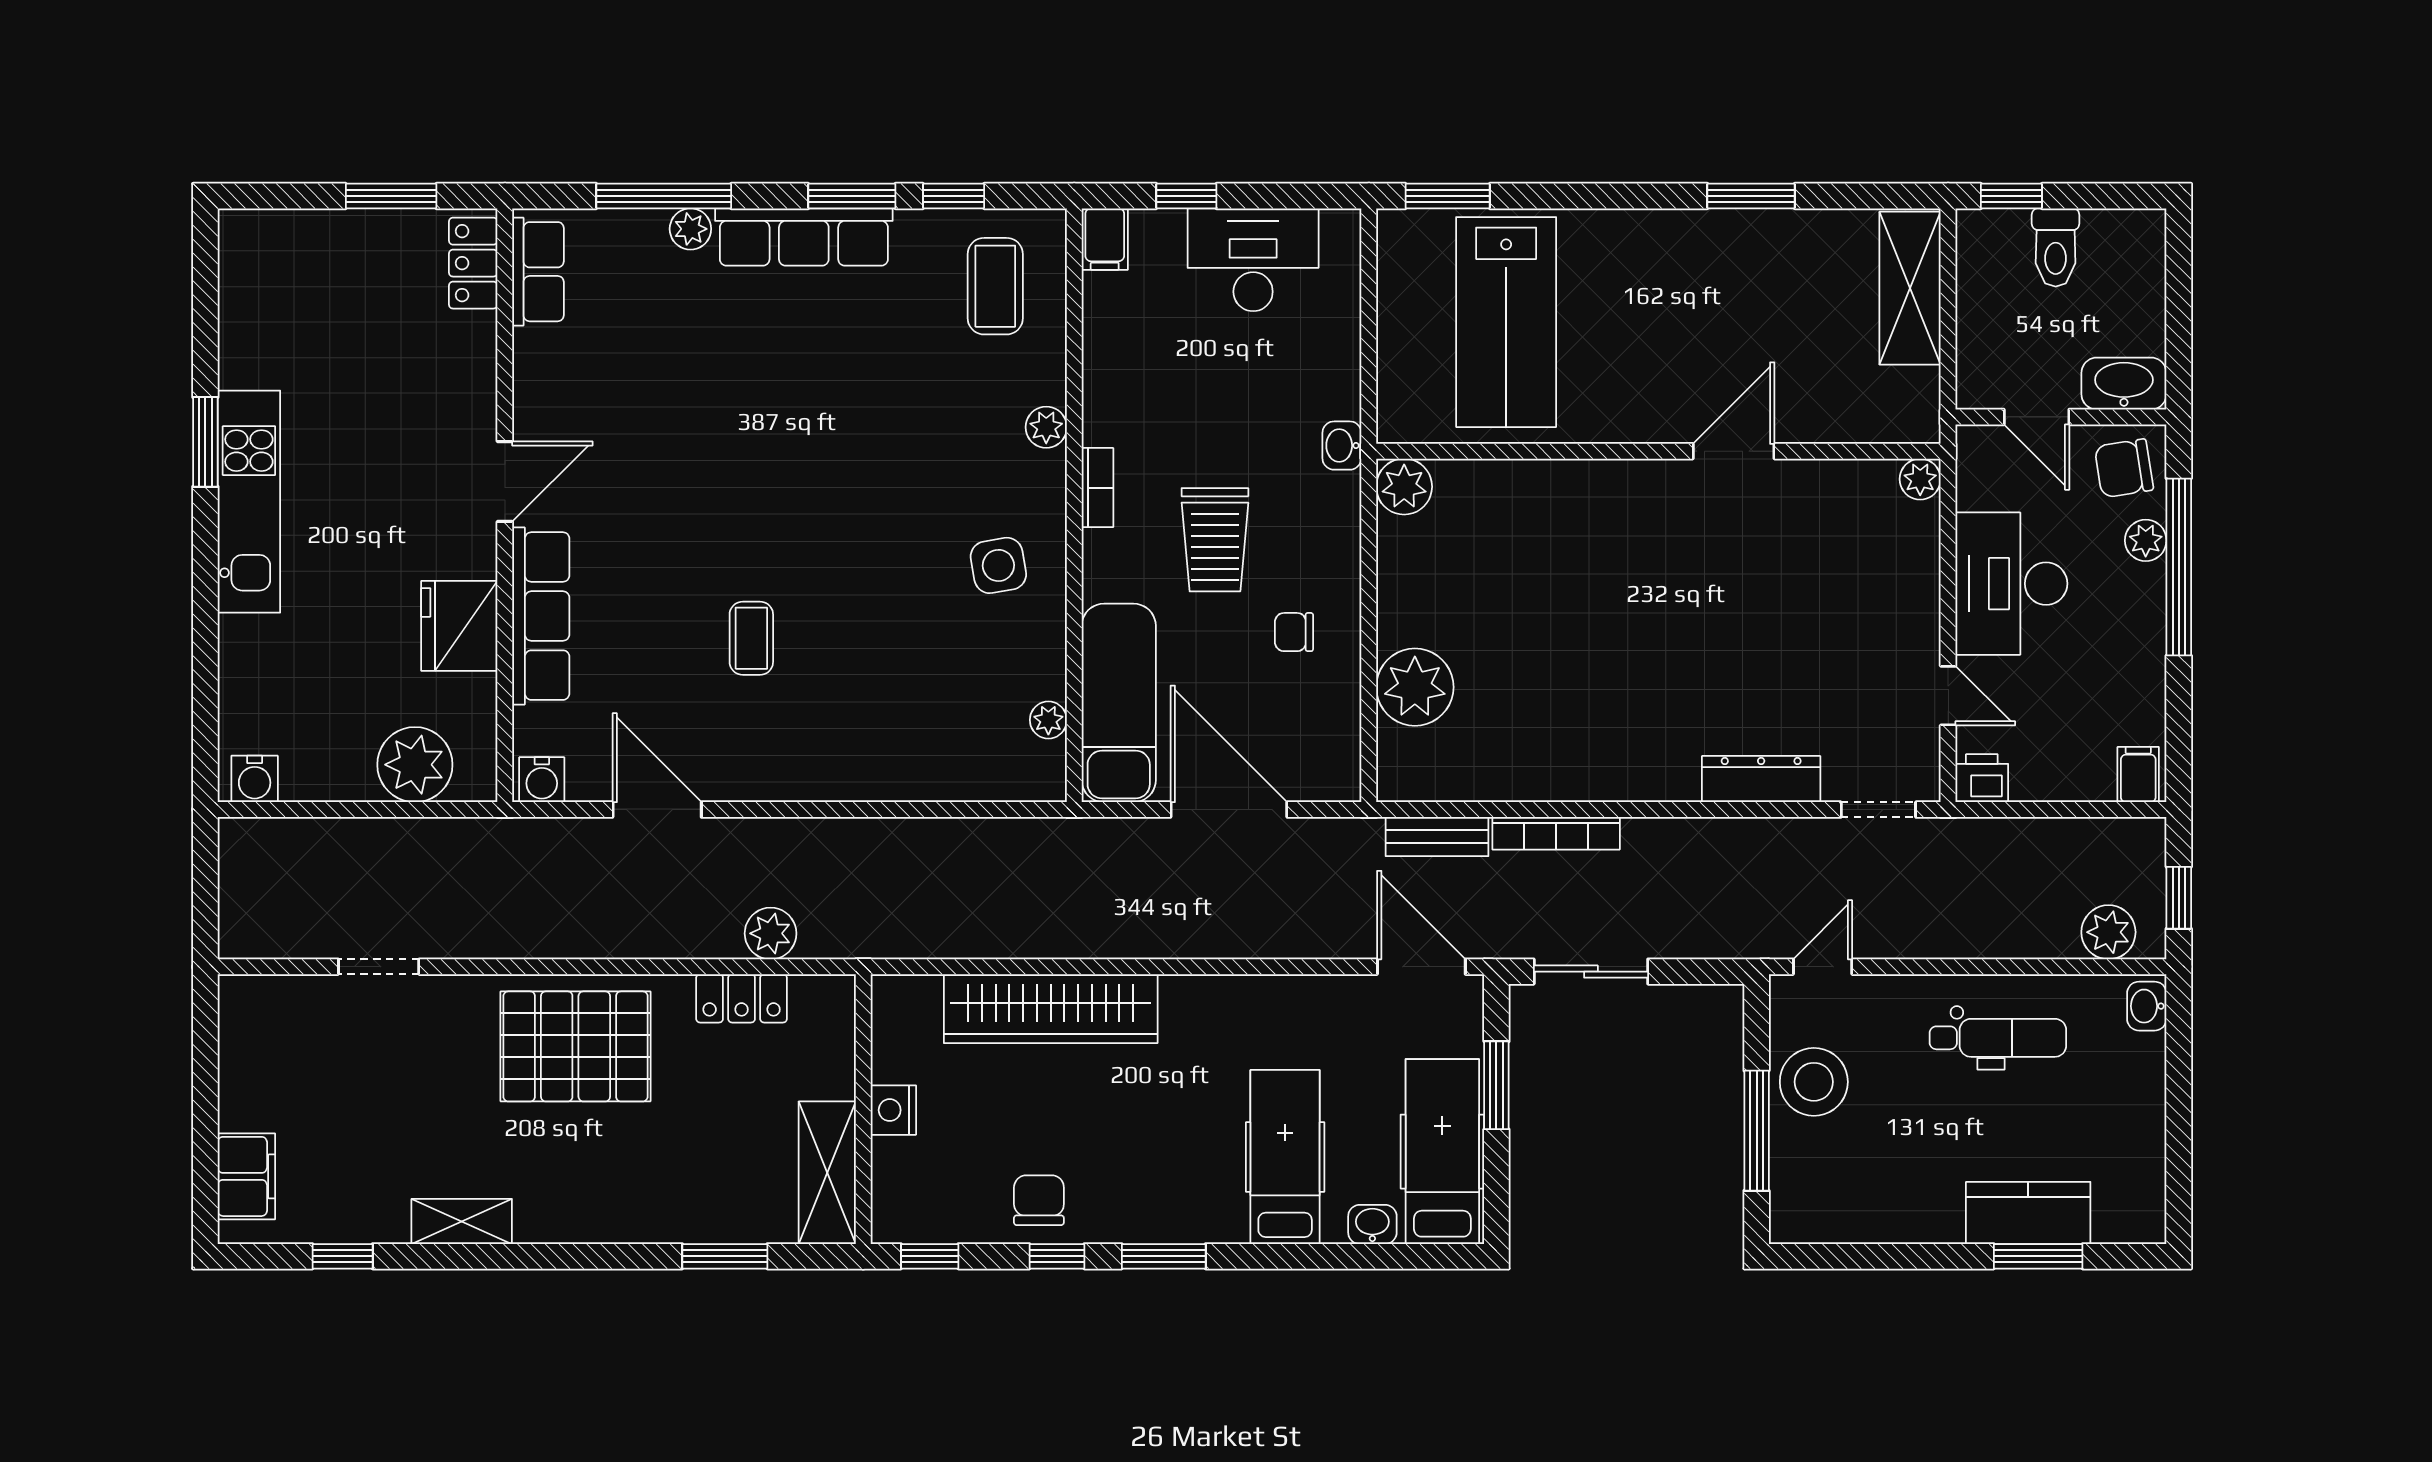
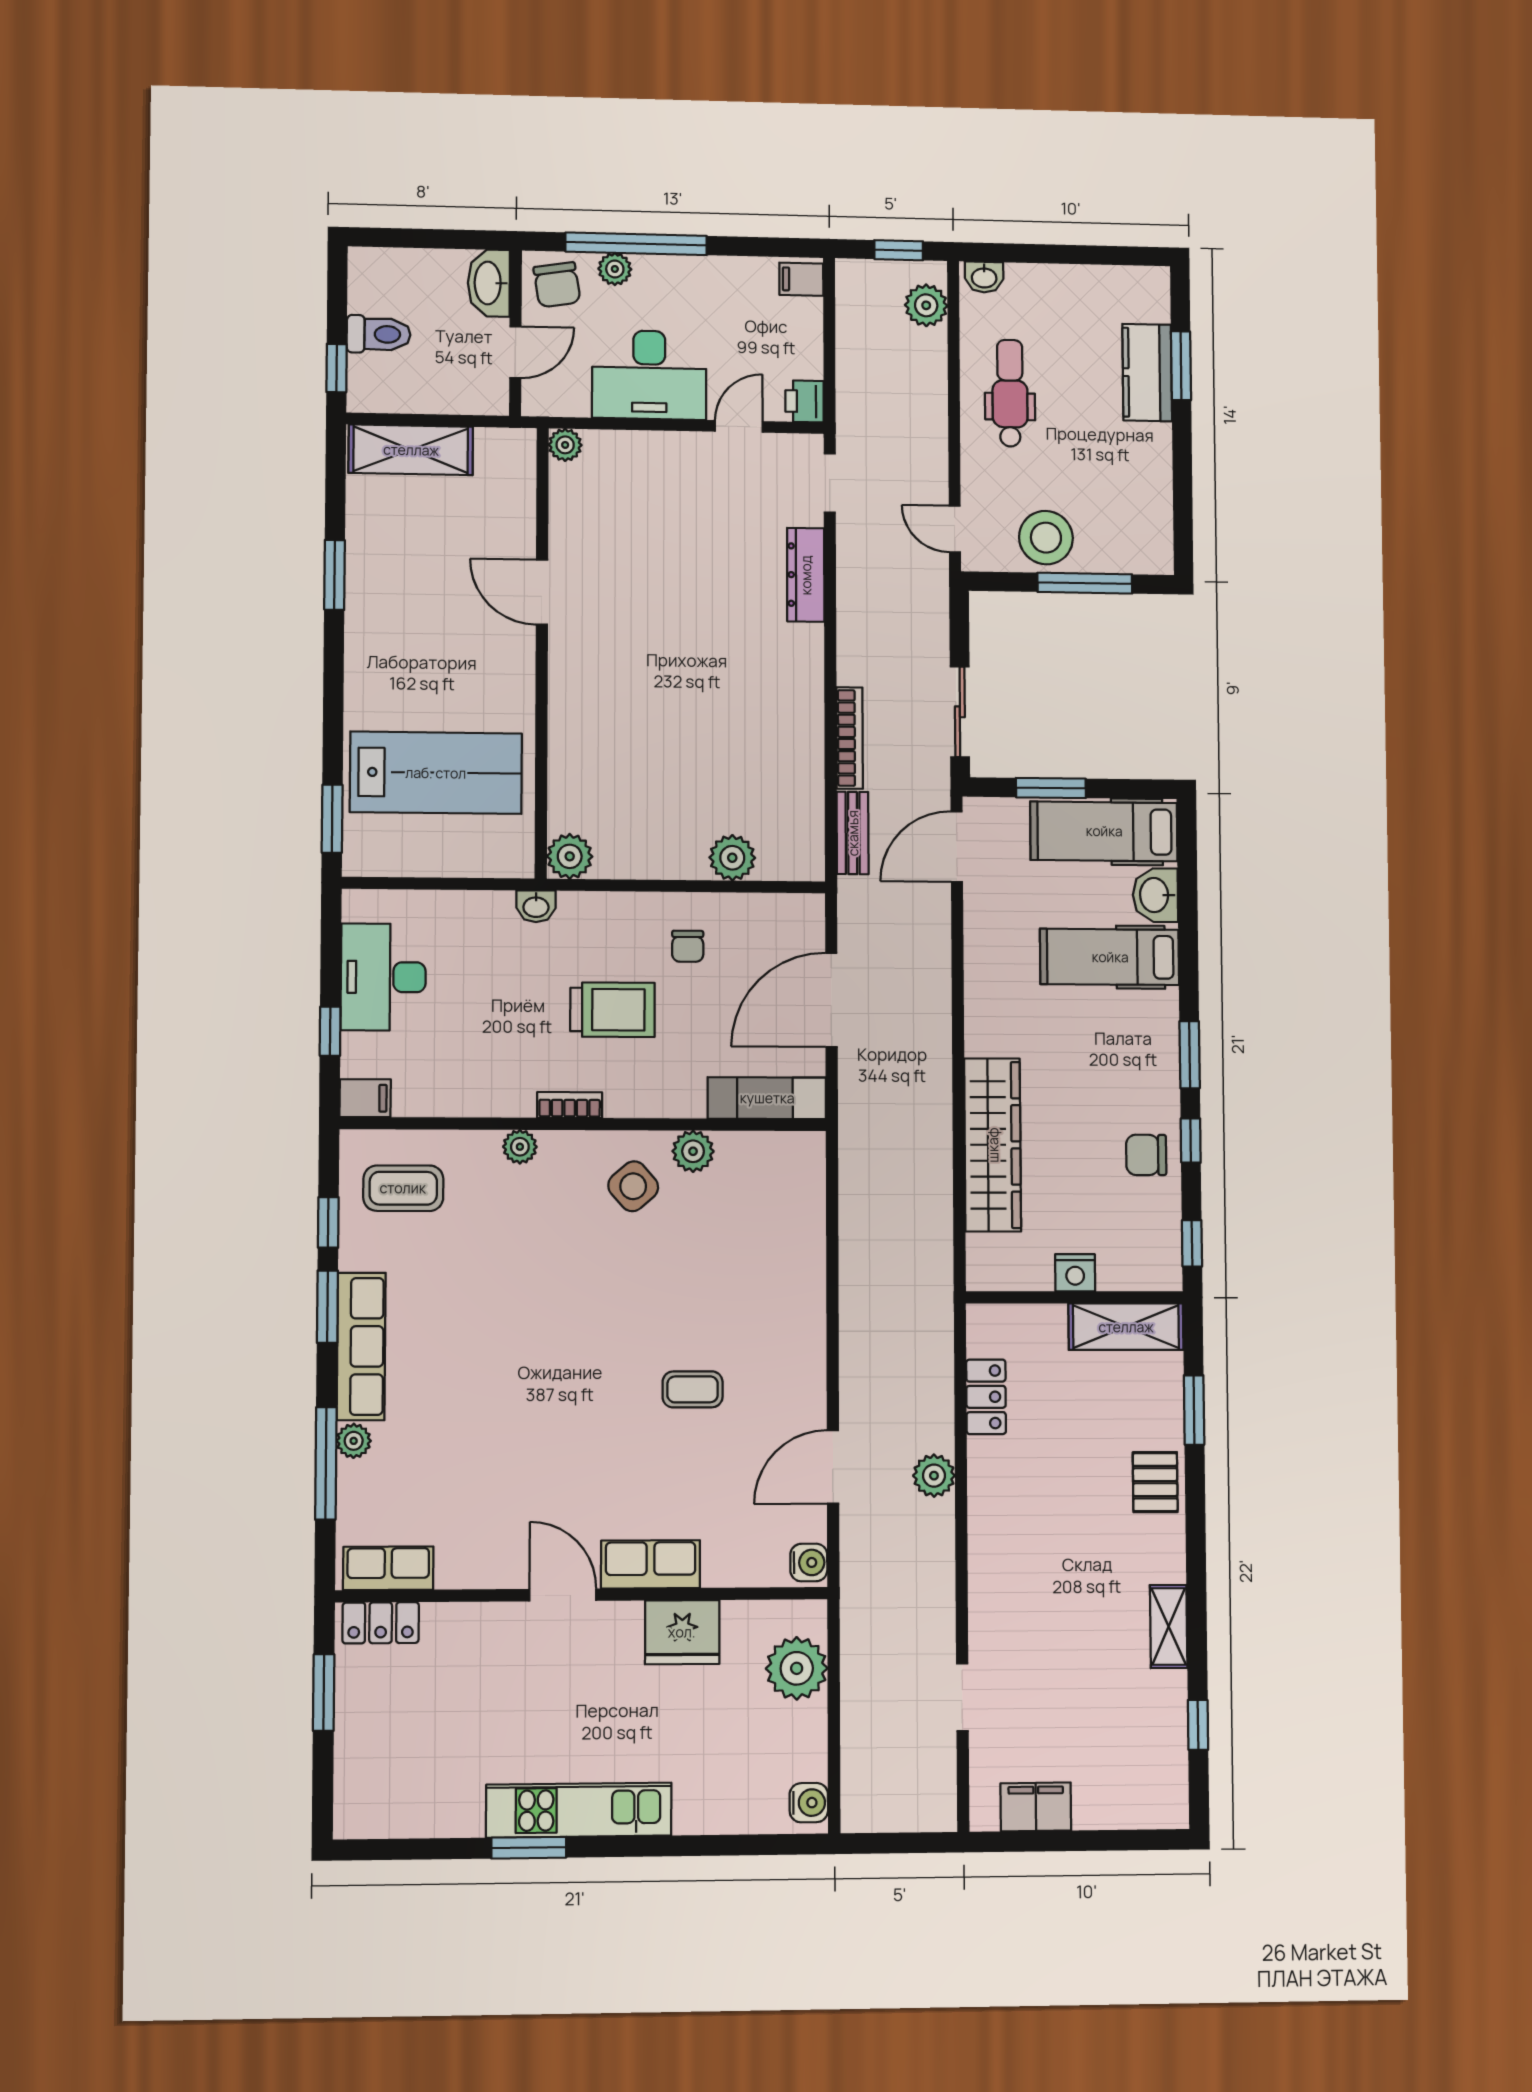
side table: (998, 565) -> (633, 1186), turned -31
row of seats: (541, 616) -> (651, 1564), width x0.68
plant: (1415, 687) -> (732, 858), width x0.73, depth x0.73
exam couch: (1119, 703) -> (767, 1098), width x0.73, depth x0.69
plant: (1048, 720) -> (693, 1151), moved, width x1.38, depth x1.38
plant: (771, 933) -> (934, 1476), moved
pallet: (575, 1046) -> (1155, 1482), moved, width x0.49, depth x0.50
filing cabinet: (246, 1176) -> (1036, 1807), moved
washbasin: (1372, 1224) -> (1155, 895), width x1.38, depth x1.45

